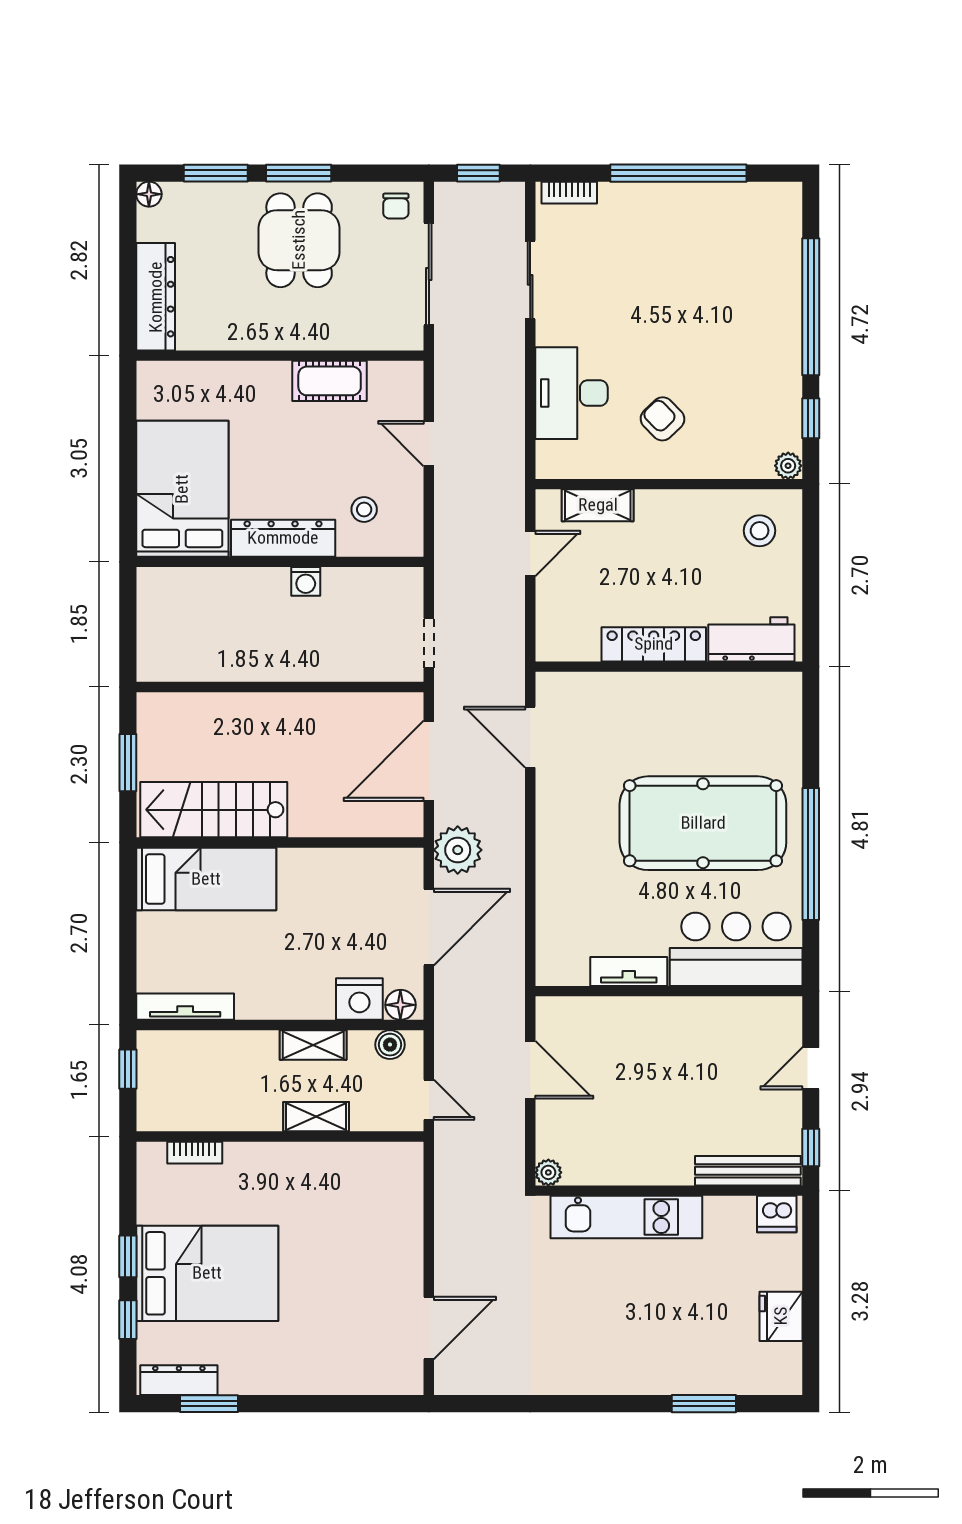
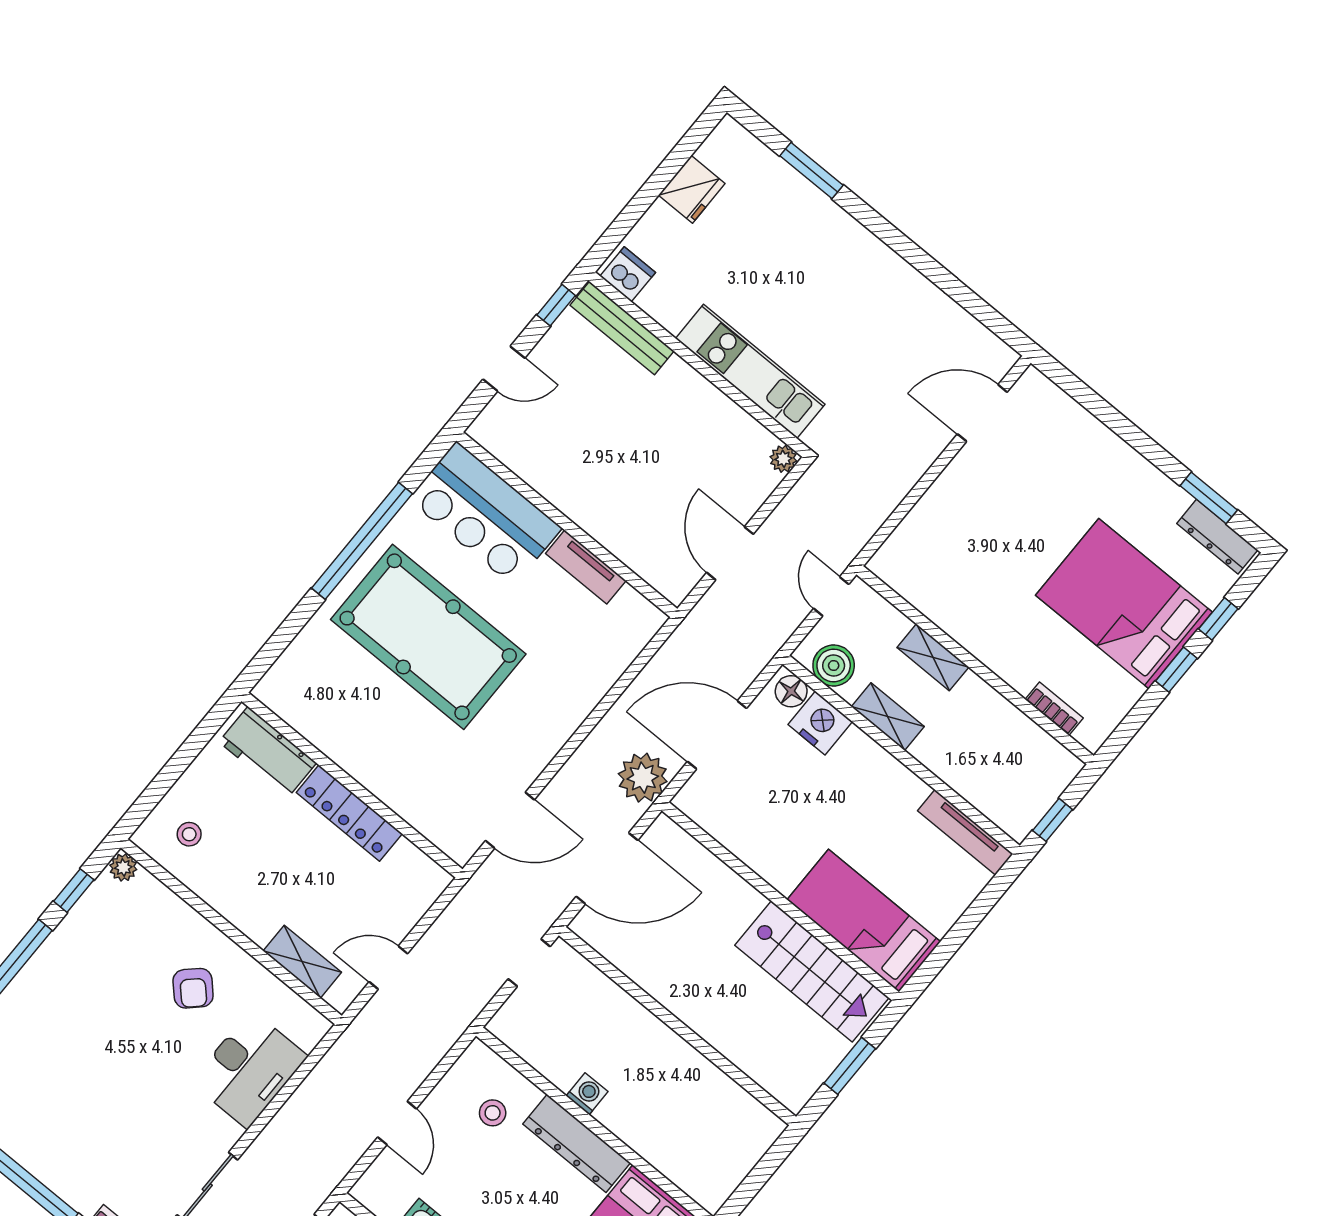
stool: (760, 531) -> (189, 834), width x0.73, depth x0.73
door: (530, 737) -> (510, 820), hinge flipped
boiler: (390, 1045) -> (834, 665), width x1.36, depth x1.36

